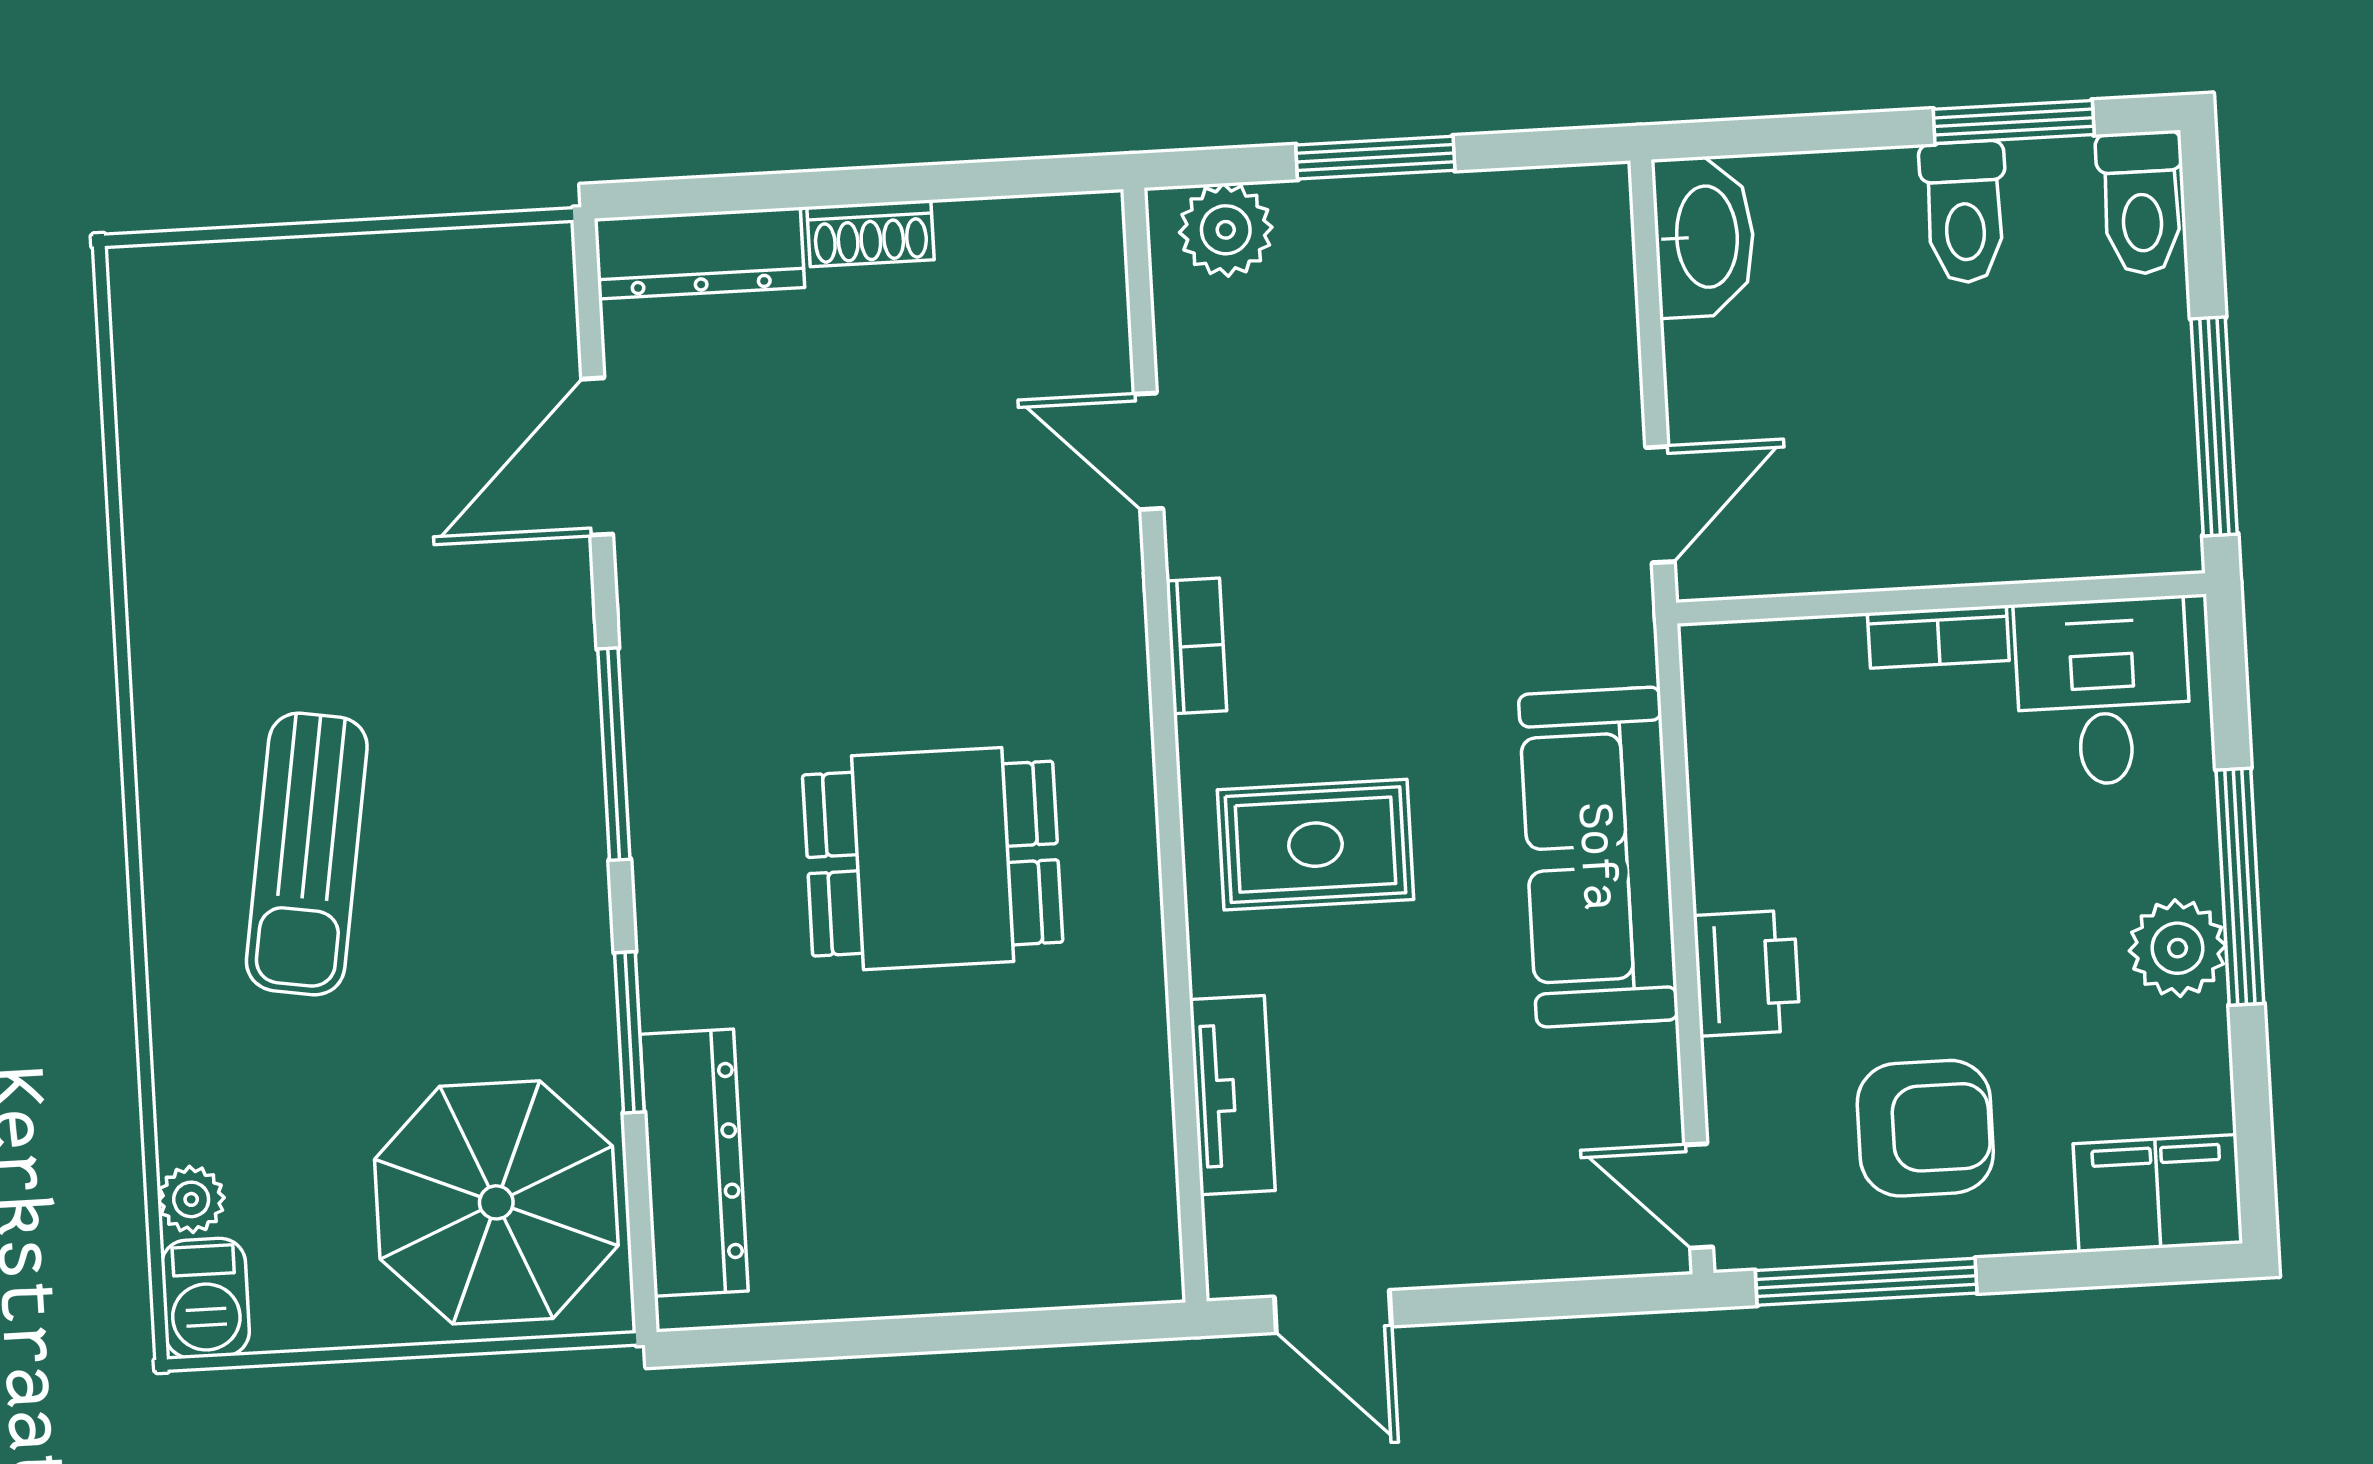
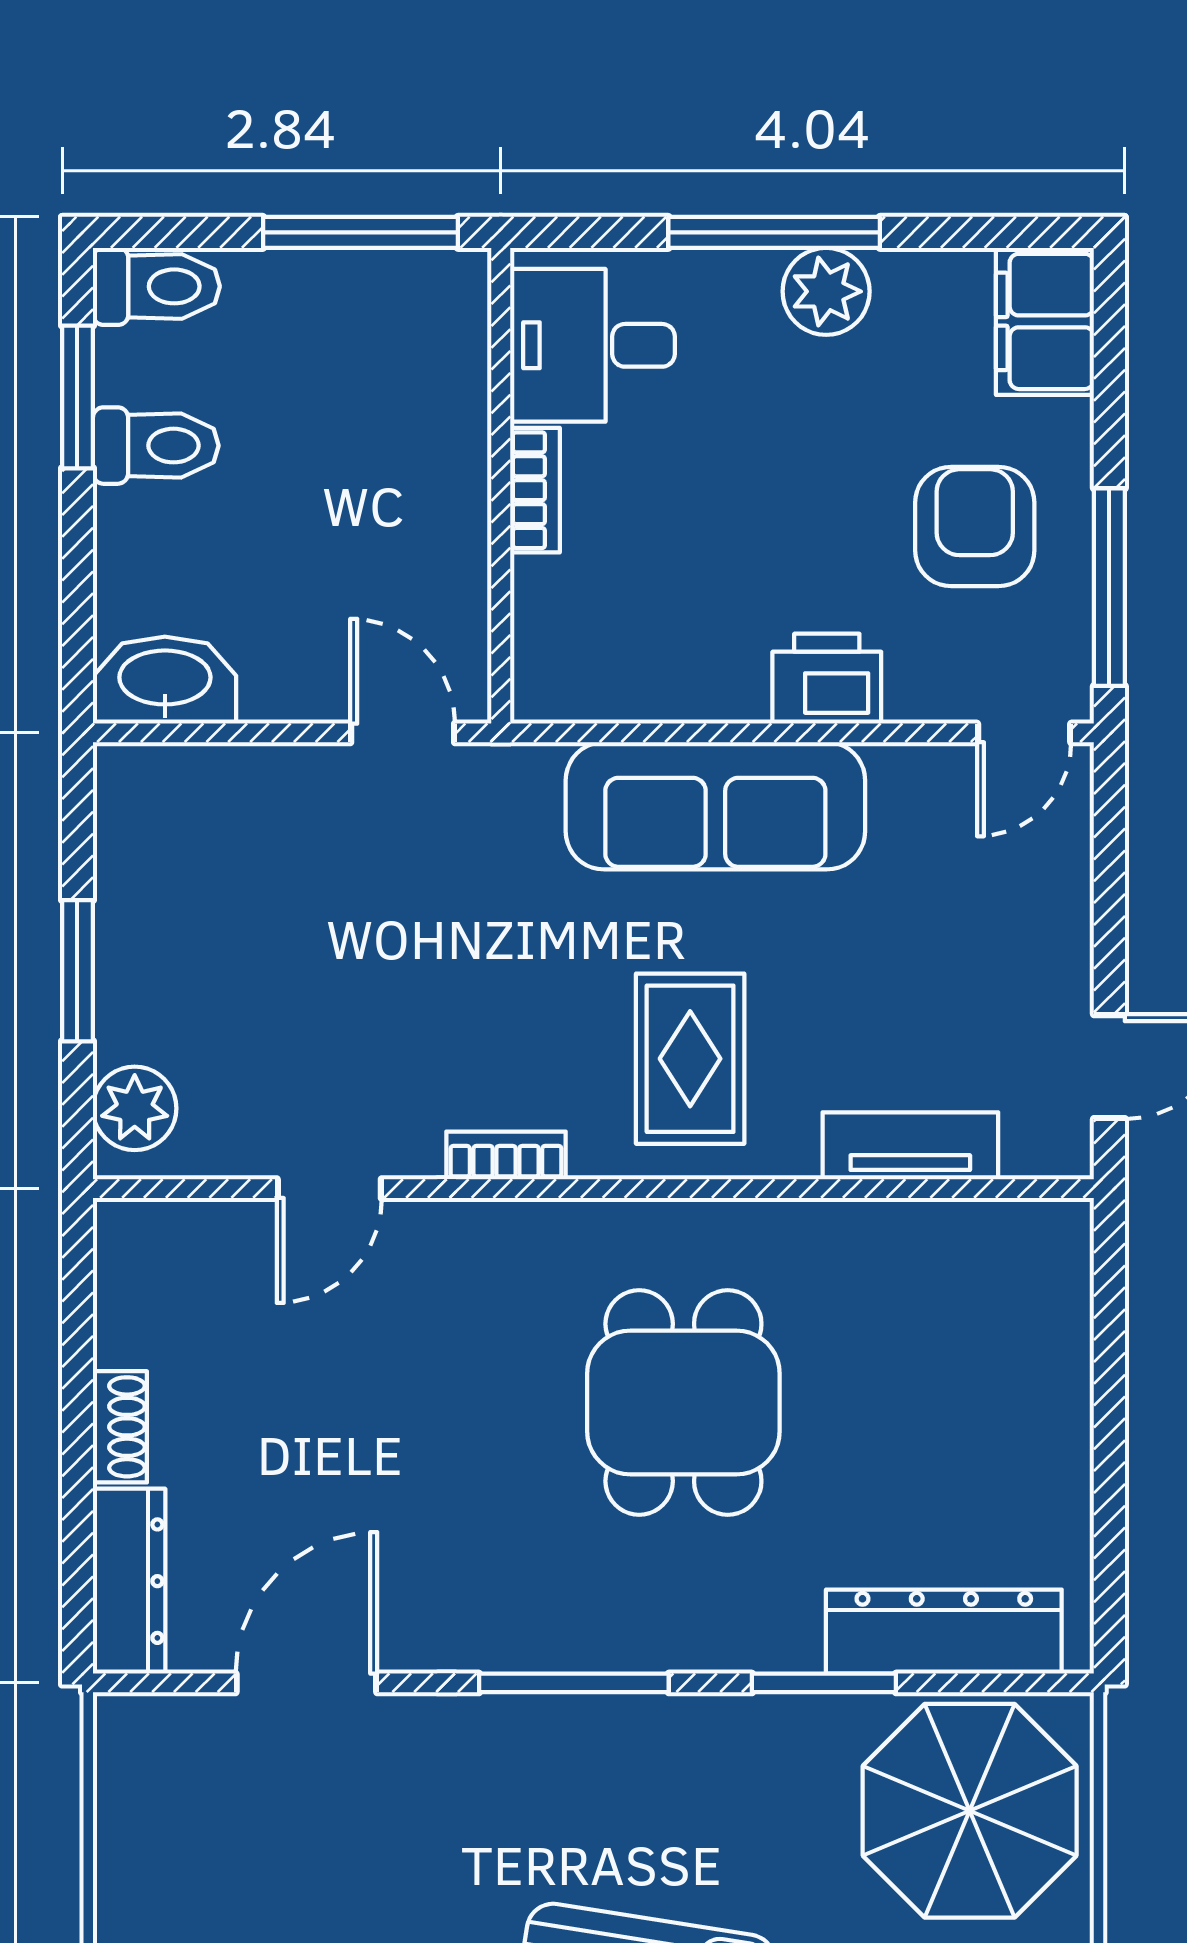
door: (597, 457) -> (306, 1683), swing flipped

